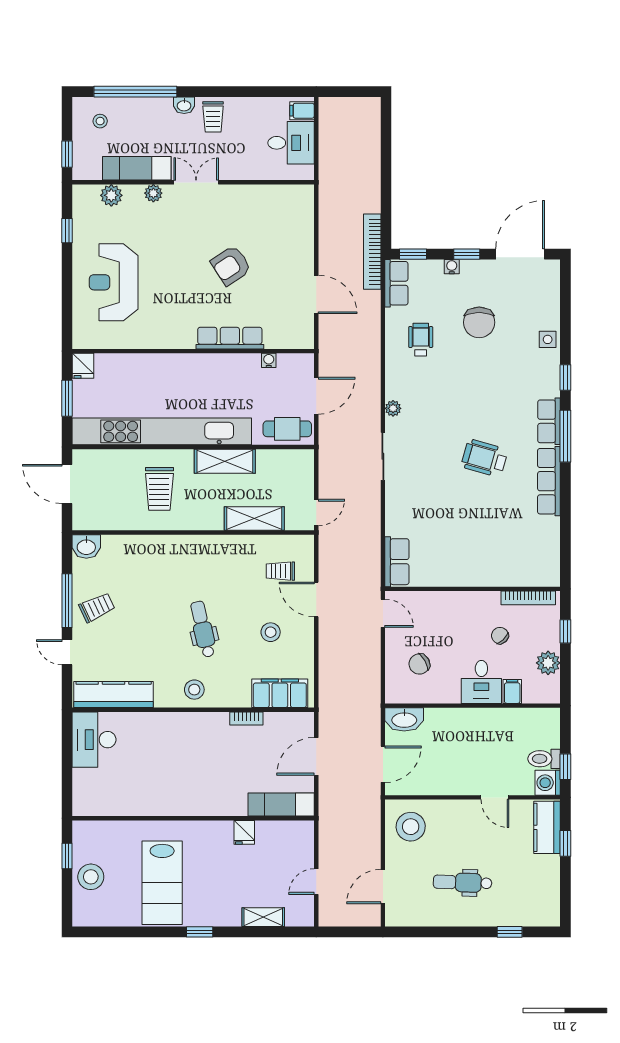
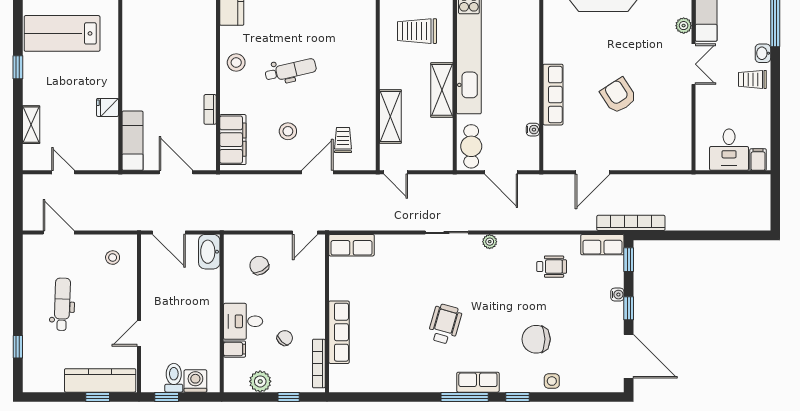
chair: (479, 322) -> (536, 339), moved
row of seats: (549, 481) -> (339, 332), moved, turned 90
washing machine: (548, 783) -> (195, 381), moved
stool: (411, 827) -> (113, 258), width x0.53, depth x0.53
kitchen counter: (547, 827) -> (100, 380), width x1.50

